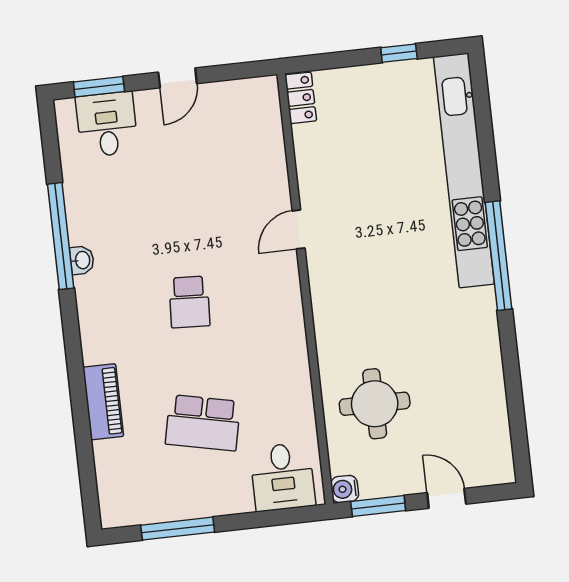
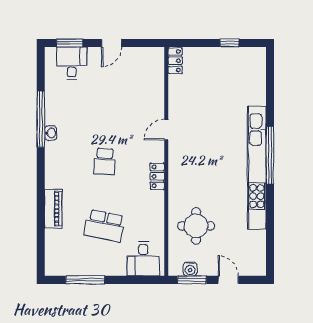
kitchen unit: (464, 170) -> (257, 168), moved
locker: (292, 319) -> (157, 176), added
water cooler: (345, 489) -> (190, 269), moved, turned -90

